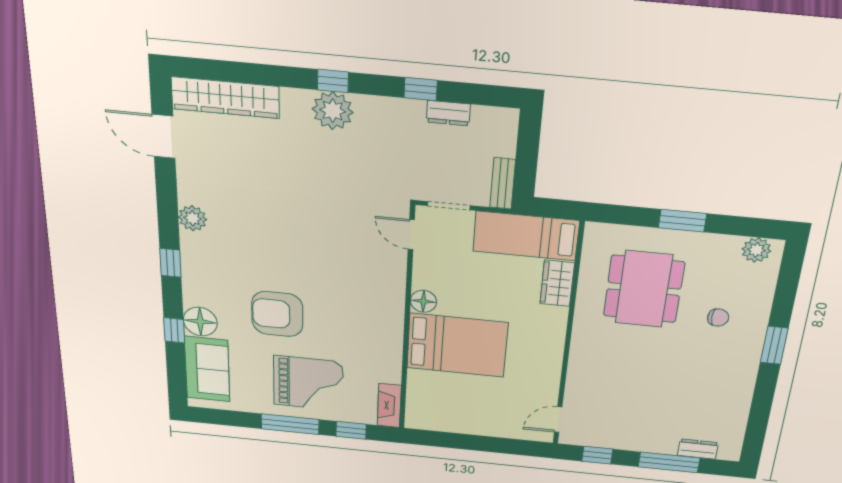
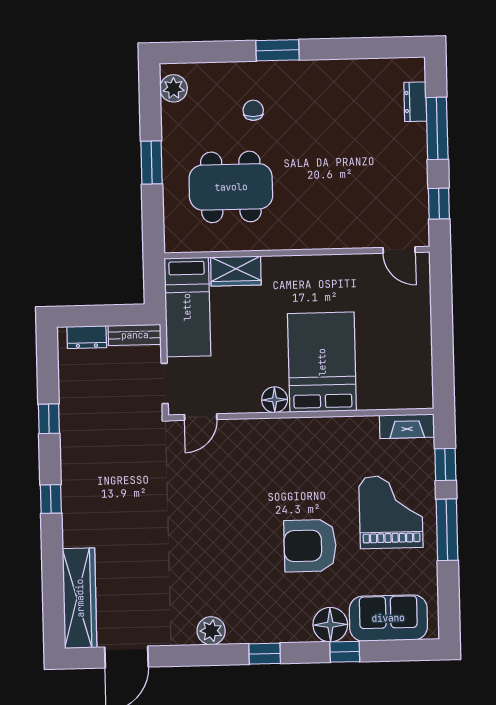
plant: (333, 111) -> (80, 498), removed
dresser: (448, 113) -> (87, 337), moved, turned 90
armchair: (277, 314) -> (310, 546), turned 90

